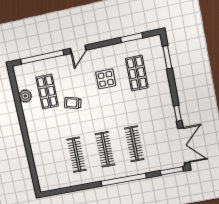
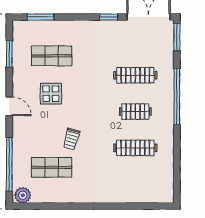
door: (78, 49) -> (9, 106), moved
plant: (25, 96) -> (23, 195), moved
clothes rail: (105, 149) -> (135, 112), width x0.73

